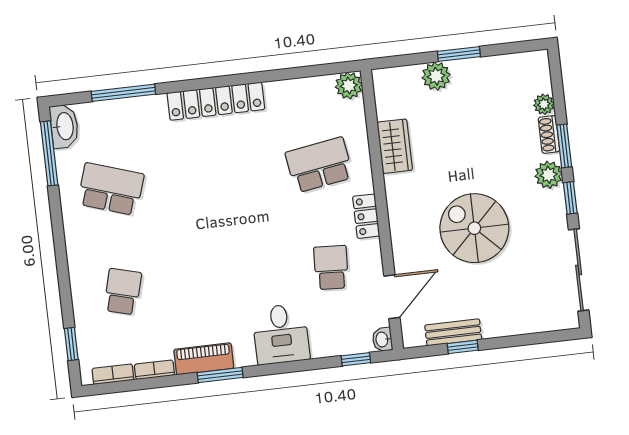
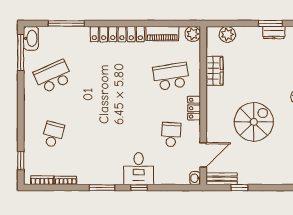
window: (459, 54) -> (270, 23), moved
dresser: (492, 66) -> (274, 32), added
plant: (436, 76) -> (227, 34), moved
school desk: (111, 189) -> (53, 76), turned -42
spiral stairs: (474, 228) -> (254, 122), turned 90
bench: (453, 332) -> (222, 179), moved
piano: (204, 359) -> (162, 34), moved, turned 180
window: (356, 359) -> (139, 188), moved

